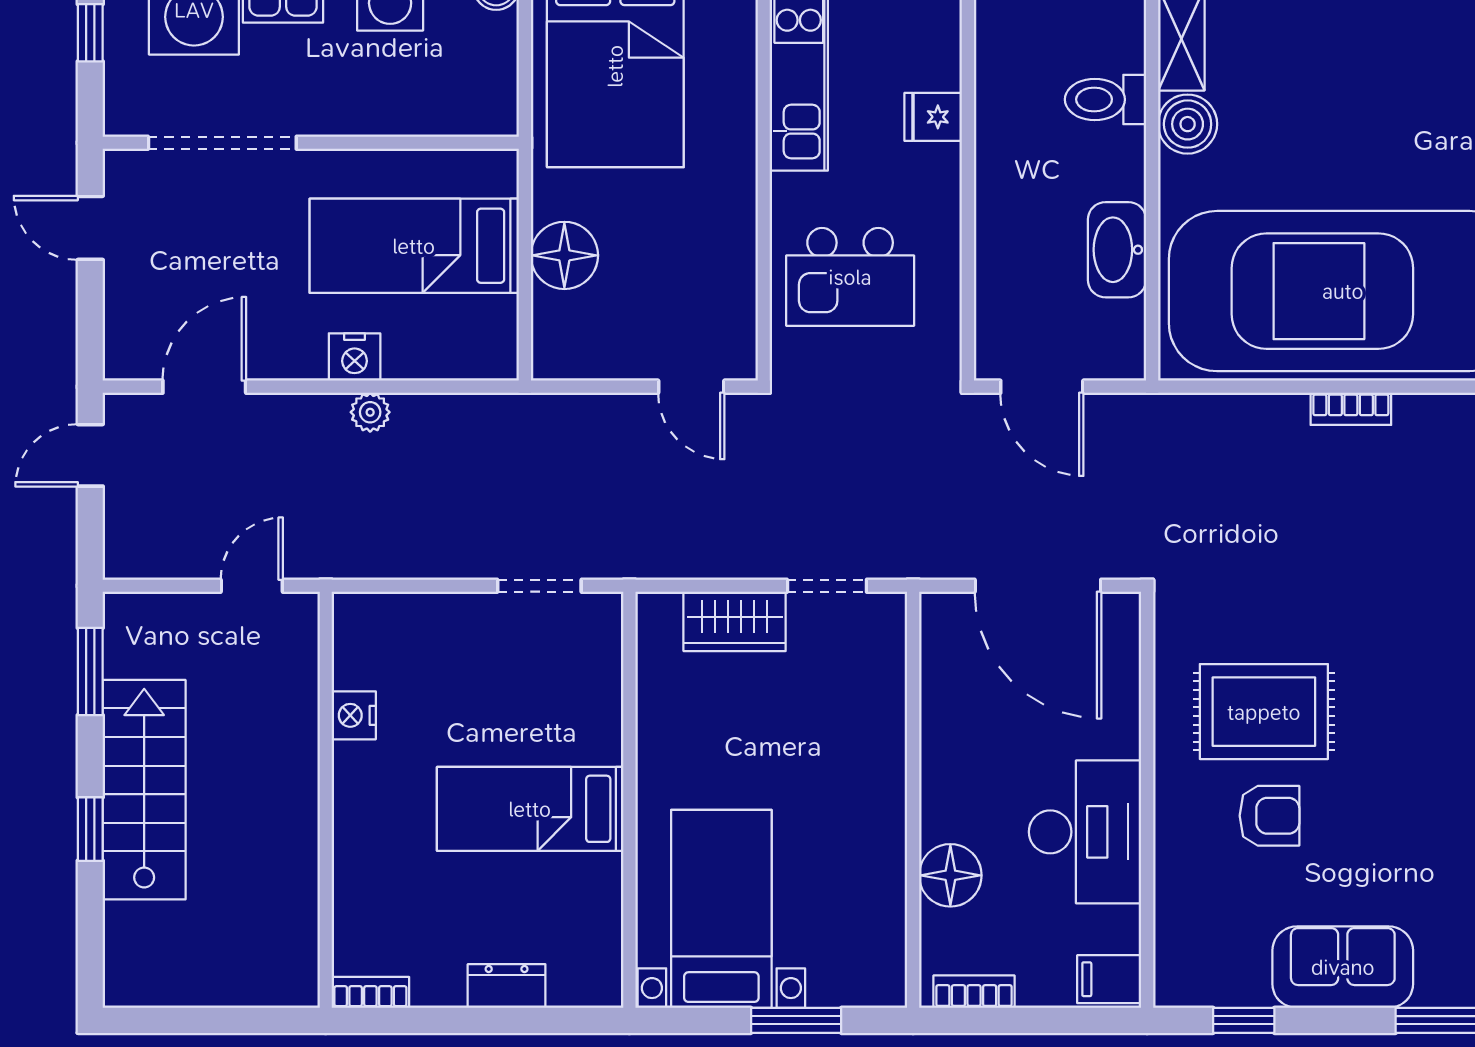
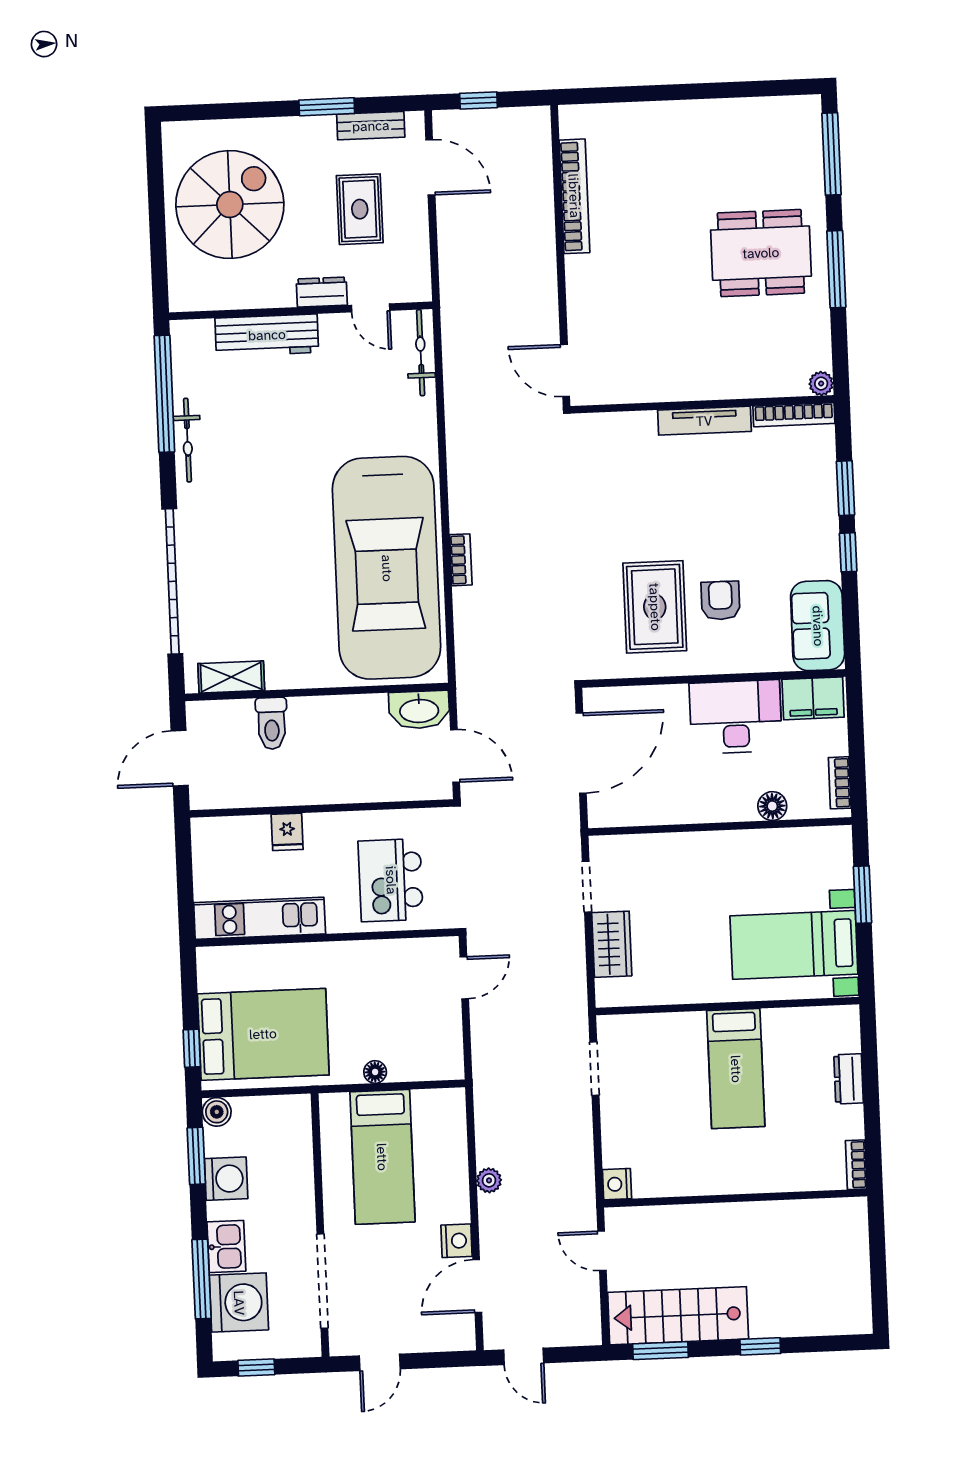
boiler: (1188, 124) -> (285, 671), removed
washbasin: (1117, 250) -> (419, 710), moved
floor lamp: (564, 255) -> (375, 1072), width x0.53, depth x0.53
kitchen island: (850, 277) -> (391, 880), turned 180
nightstand: (355, 357) -> (457, 1241), moved
door: (204, 387) -> (477, 1286), hinge flipped
door: (1042, 387) -> (455, 756), hinge flipped
nightstand: (354, 715) -> (617, 1184), moved, turned 90
stairs: (144, 790) -> (678, 1316), moved
floor lamp: (950, 875) -> (772, 806), width x0.73, depth x0.73
sofa: (1343, 967) -> (818, 626), moved
filing cabinet: (1109, 979) -> (813, 698), width x2.00
window: (1244, 1020) -> (848, 552), moved

